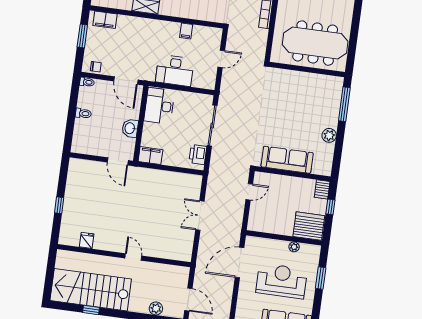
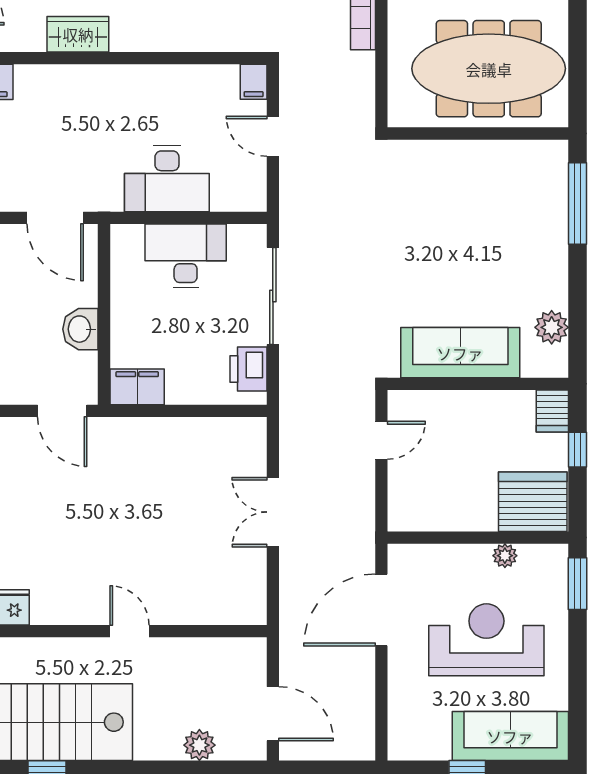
filing cabinet: (186, 31) -> (254, 82), moved
door: (221, 59) -> (273, 136), swing flipped
desk: (159, 106) -> (186, 256), moved, turned 90
plant: (329, 135) -> (552, 327), moved
window: (321, 278) -> (577, 584), moved

